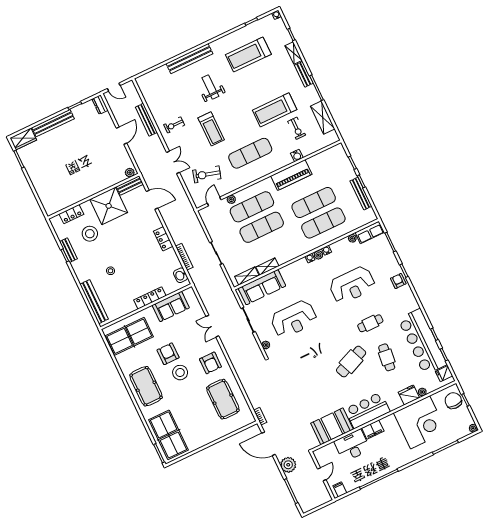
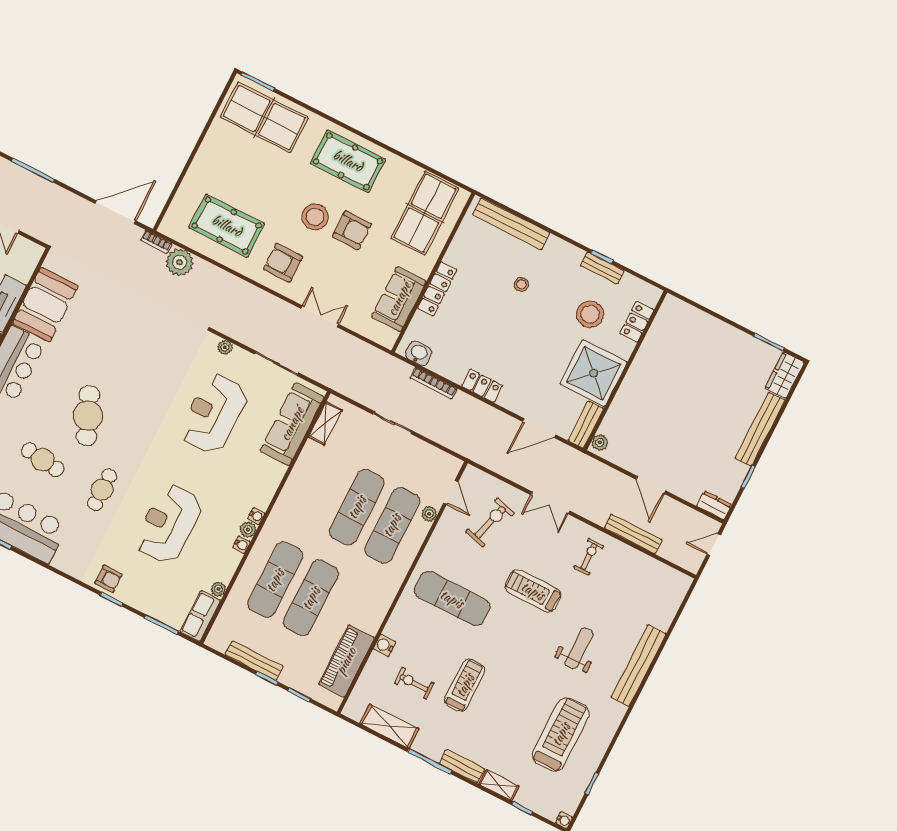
weight bench: (210, 87) -> (579, 648), turned -90
treadmill: (275, 110) -> (465, 685), width x0.73, depth x0.73
exercise mat: (250, 153) -> (452, 599), turned 90
piano: (291, 175) -> (346, 661), moved
shelving: (267, 267) -> (307, 459), removed
plant: (288, 465) -> (180, 262), moved

